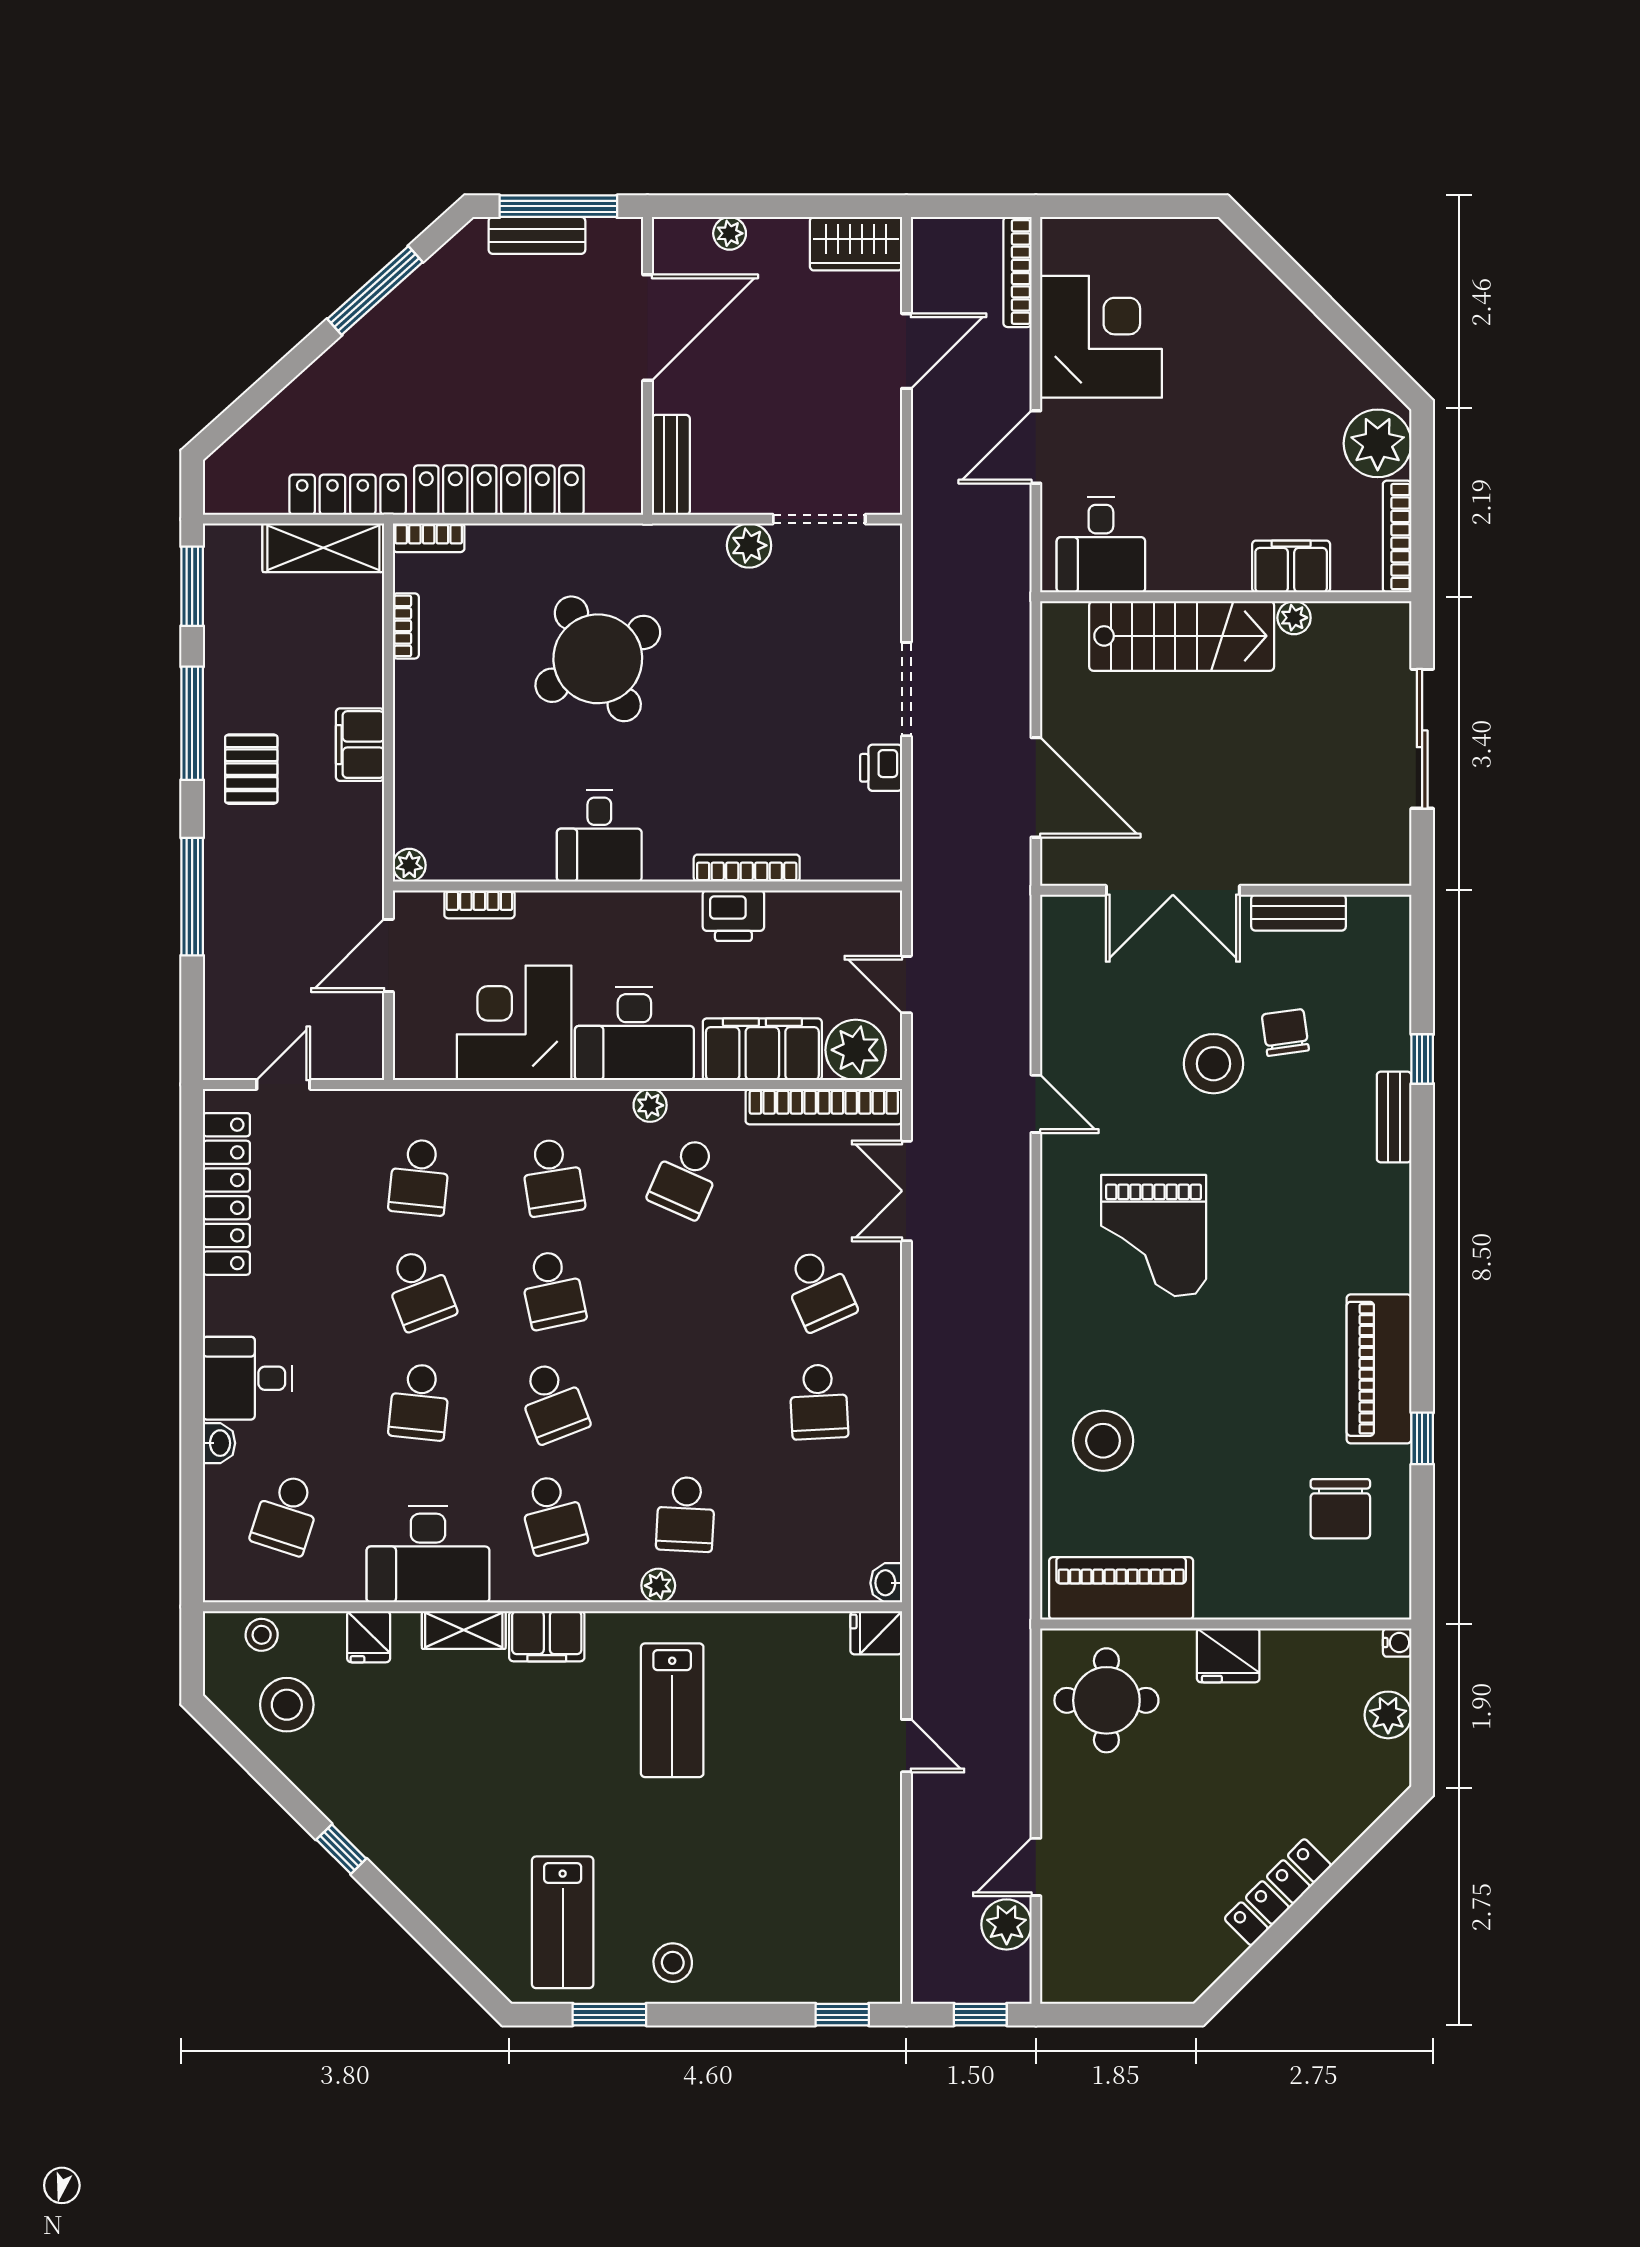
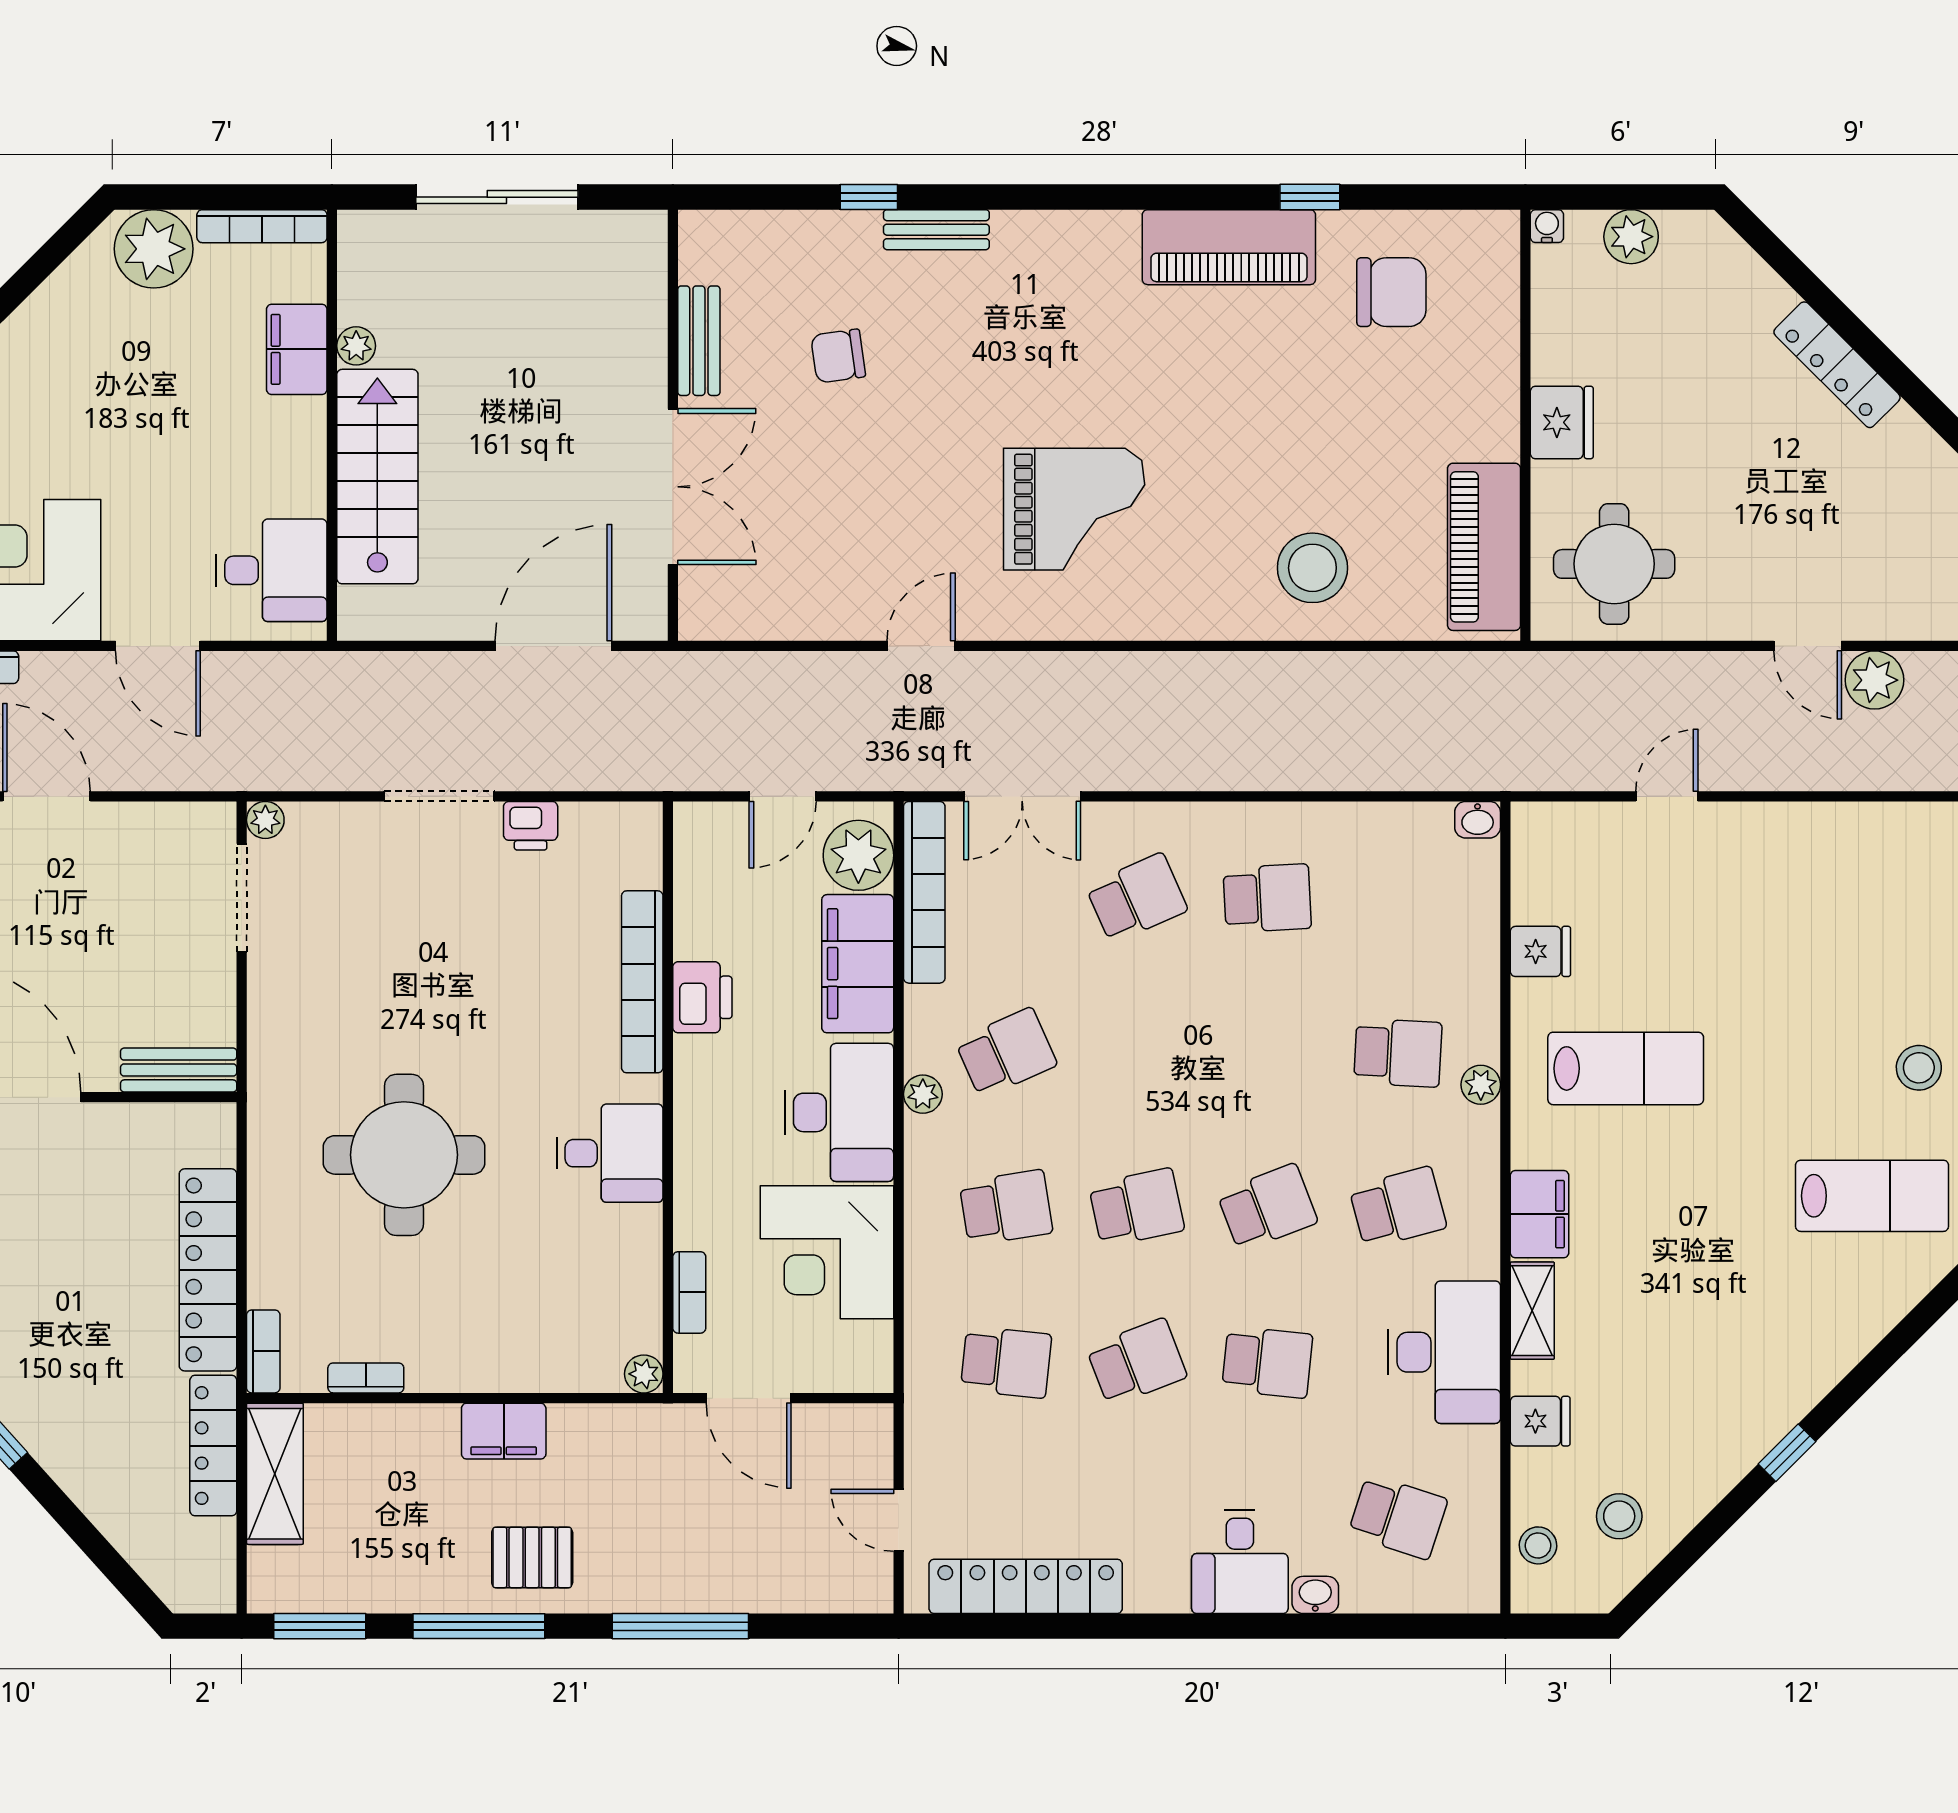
plant: (749, 545) -> (265, 820), moved, width x0.73, depth x0.73
round table: (598, 659) -> (404, 1155), turned 30
bookcase: (747, 868) -> (642, 982), width x1.48, depth x1.31
stool: (1214, 1064) -> (874, 439), removed
school desk: (686, 1177) -> (1006, 1053), turned -48
fridge: (876, 1633) -> (1540, 951), moved, turned -90
stool: (287, 1705) -> (1619, 1516), width x0.73, depth x0.73

